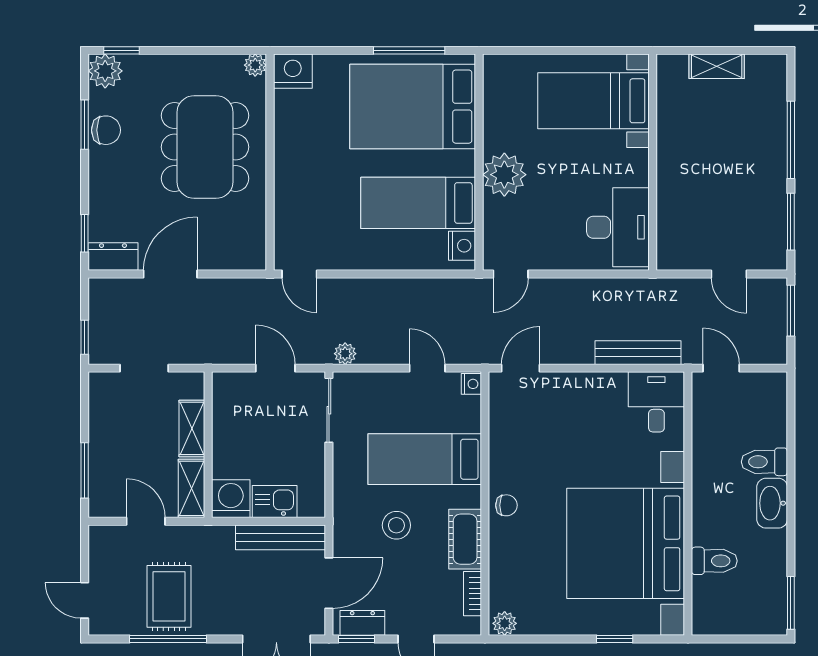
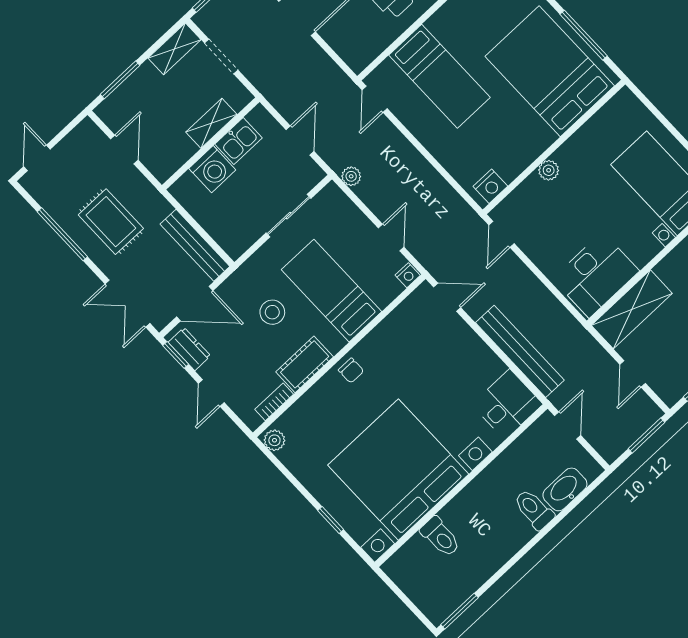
plant: (504, 175) -> (549, 170), width x0.53, depth x0.53
bed: (418, 203) -> (439, 76), moved, turned 180
shelving: (675, 224) -> (632, 309), added
door: (511, 274) -> (502, 234), hinge flipped
bench: (638, 353) -> (520, 351), width x1.37, depth x1.21
sliding door: (329, 410) -> (288, 216), moved
shelving: (191, 488) -> (174, 49), moved
washing machine: (231, 499) -> (212, 169), moved, turned 90
kitchen sink: (275, 502) -> (239, 141), moved, turned 90
washbasin: (772, 503) -> (565, 489), moved
rug: (169, 596) -> (111, 222), moved, turned 90

